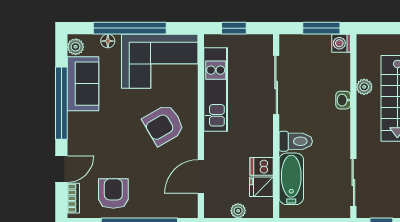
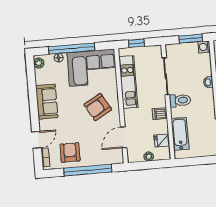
sofa: (83, 84) -> (47, 102), moved
window: (61, 103) -> (33, 99), removed
toilet: (296, 141) -> (180, 100), moved
dishwasher: (262, 166) -> (160, 114), moved

